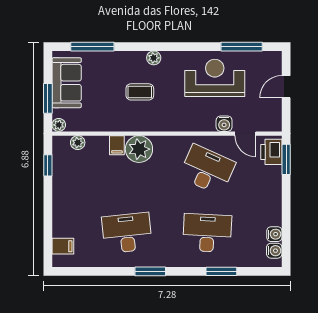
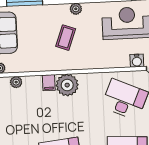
coffee table: (140, 92) -> (66, 38), turned -70

